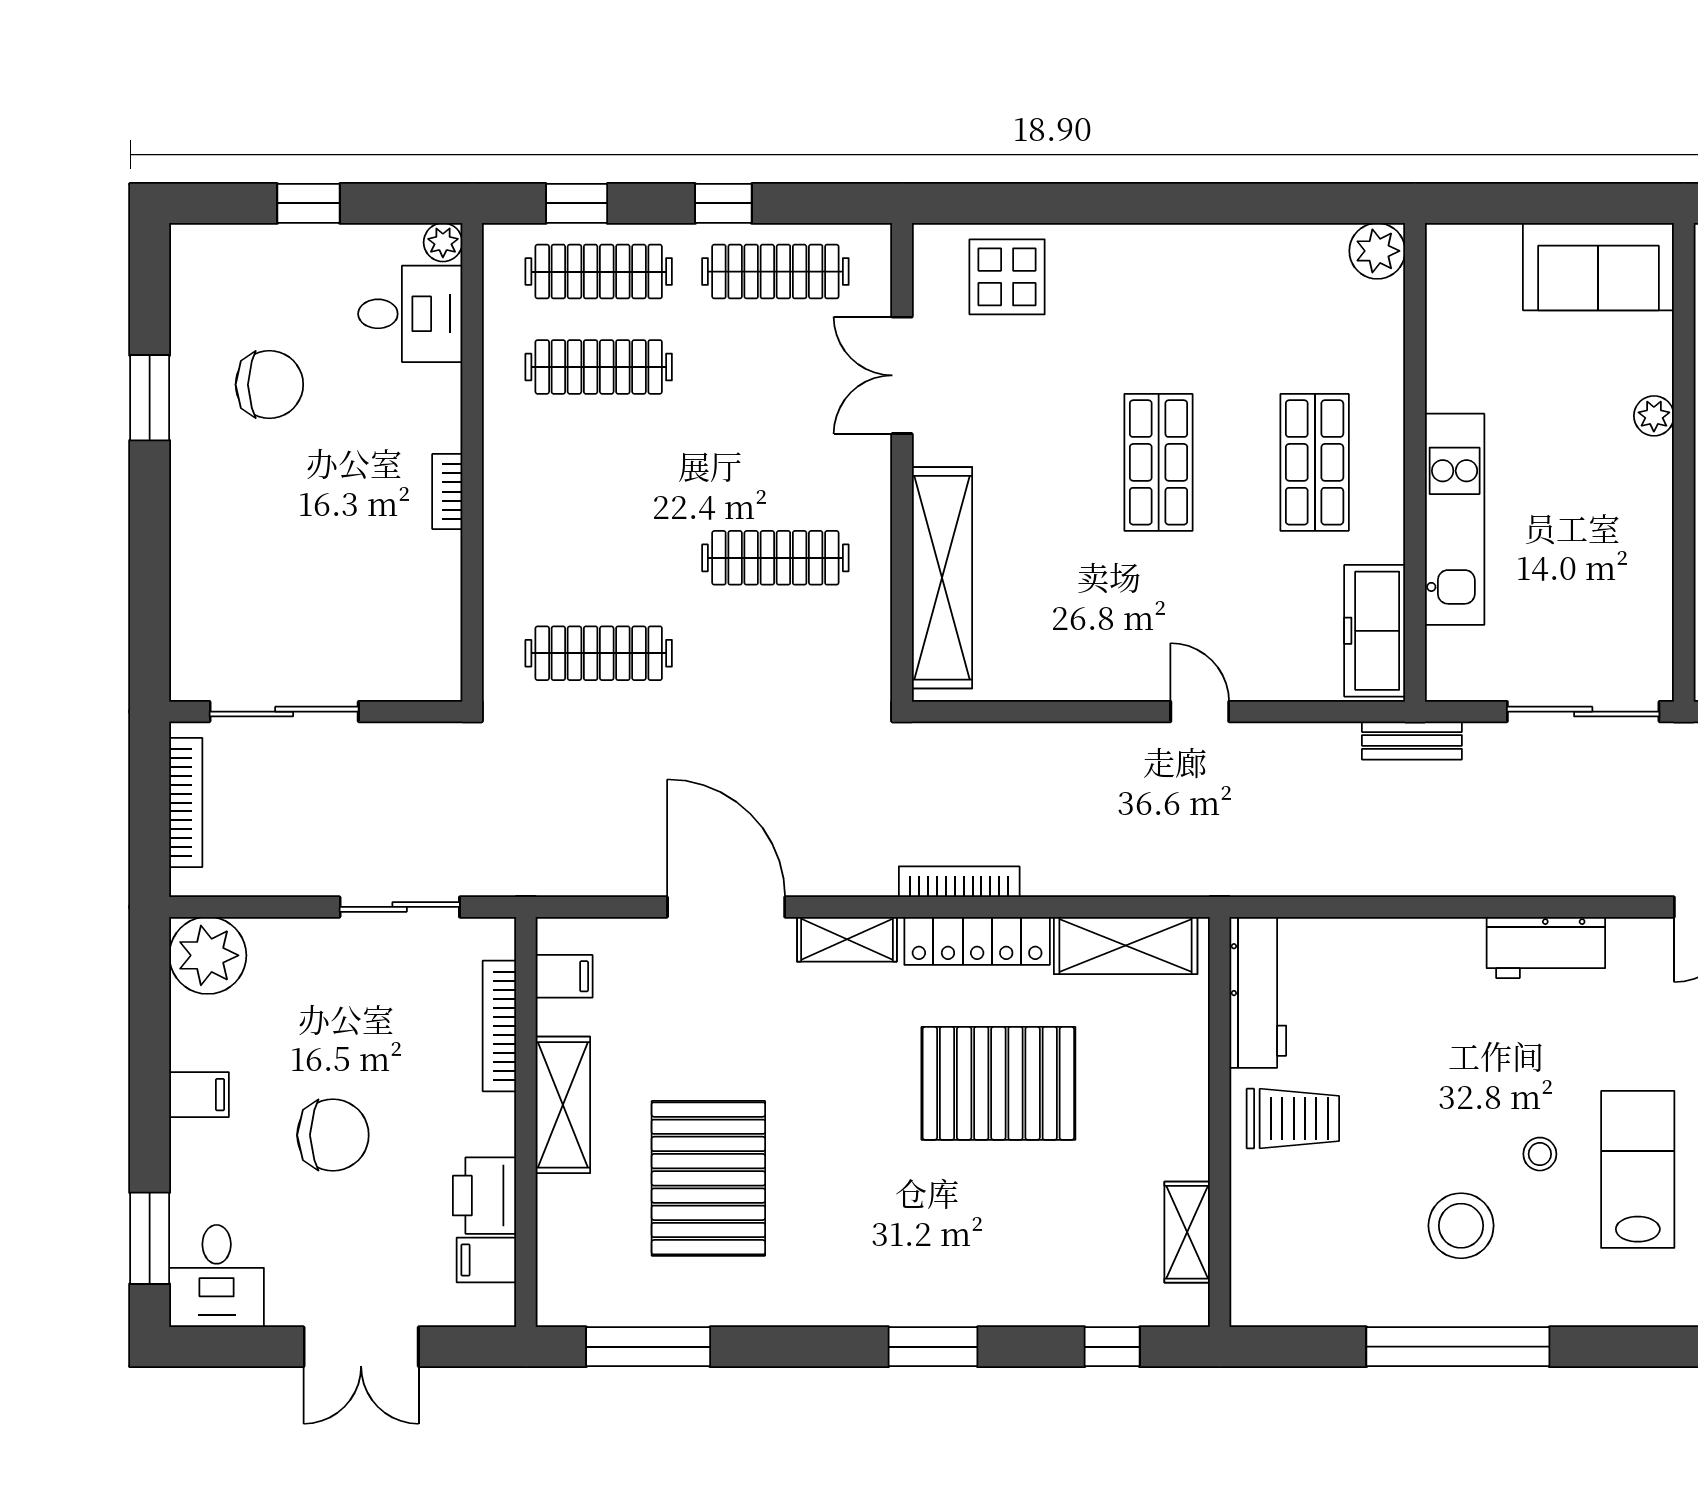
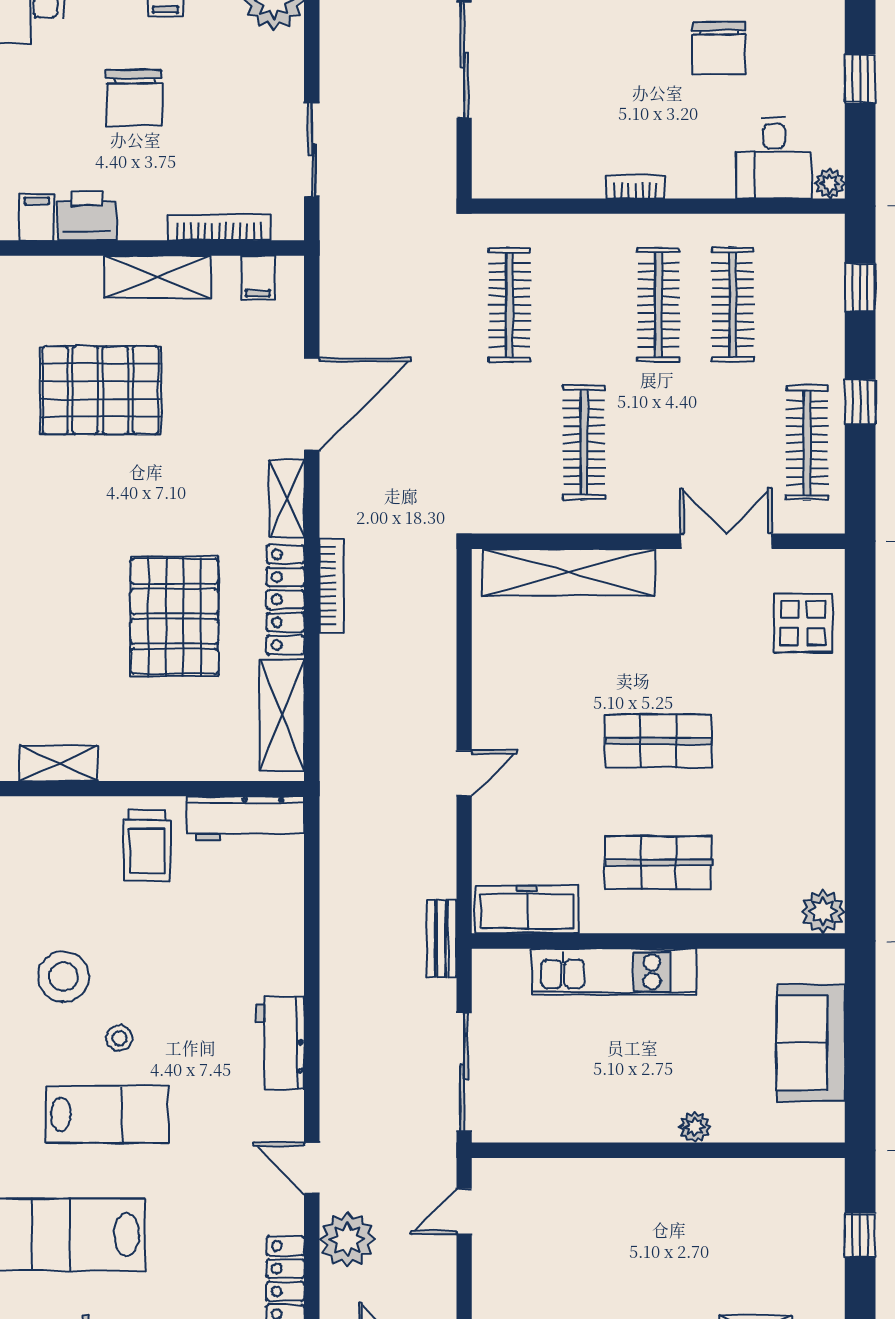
sofa: (1598, 267) -> (811, 1043), moved
clothes rail: (599, 272) -> (658, 305), moved

